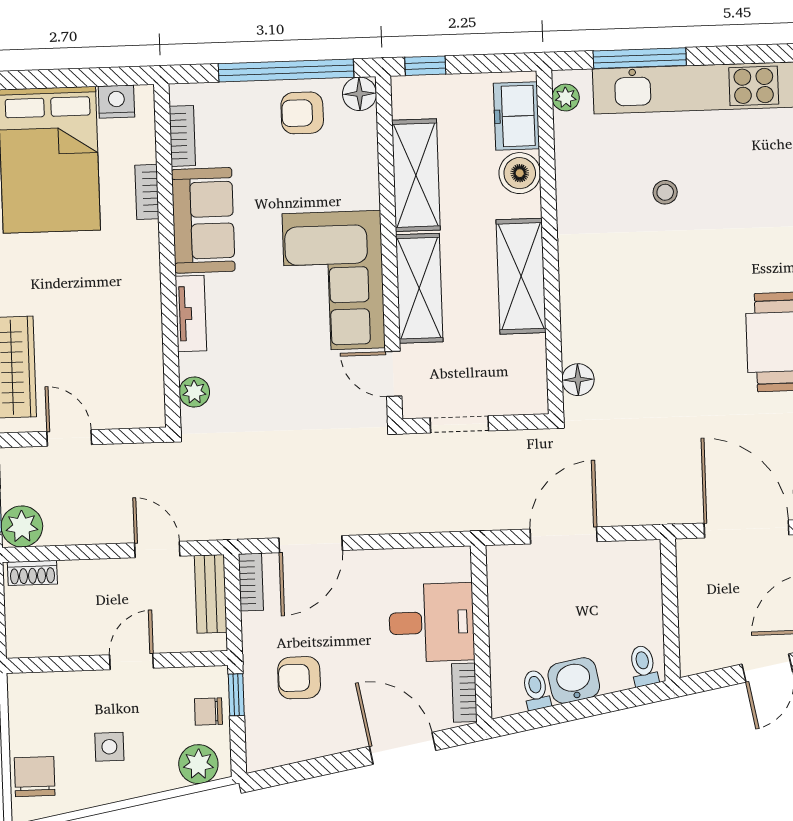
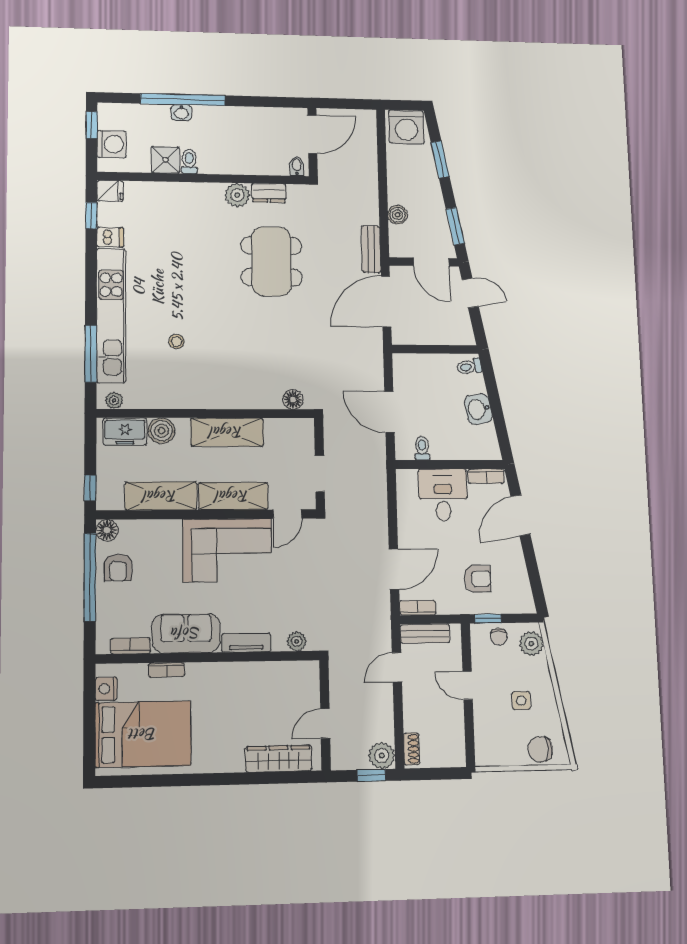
door: (311, 544) -> (394, 569), hinge flipped
armchair: (299, 678) -> (477, 579), turned -90
toilet: (536, 690) -> (422, 448), moved, turned 100

